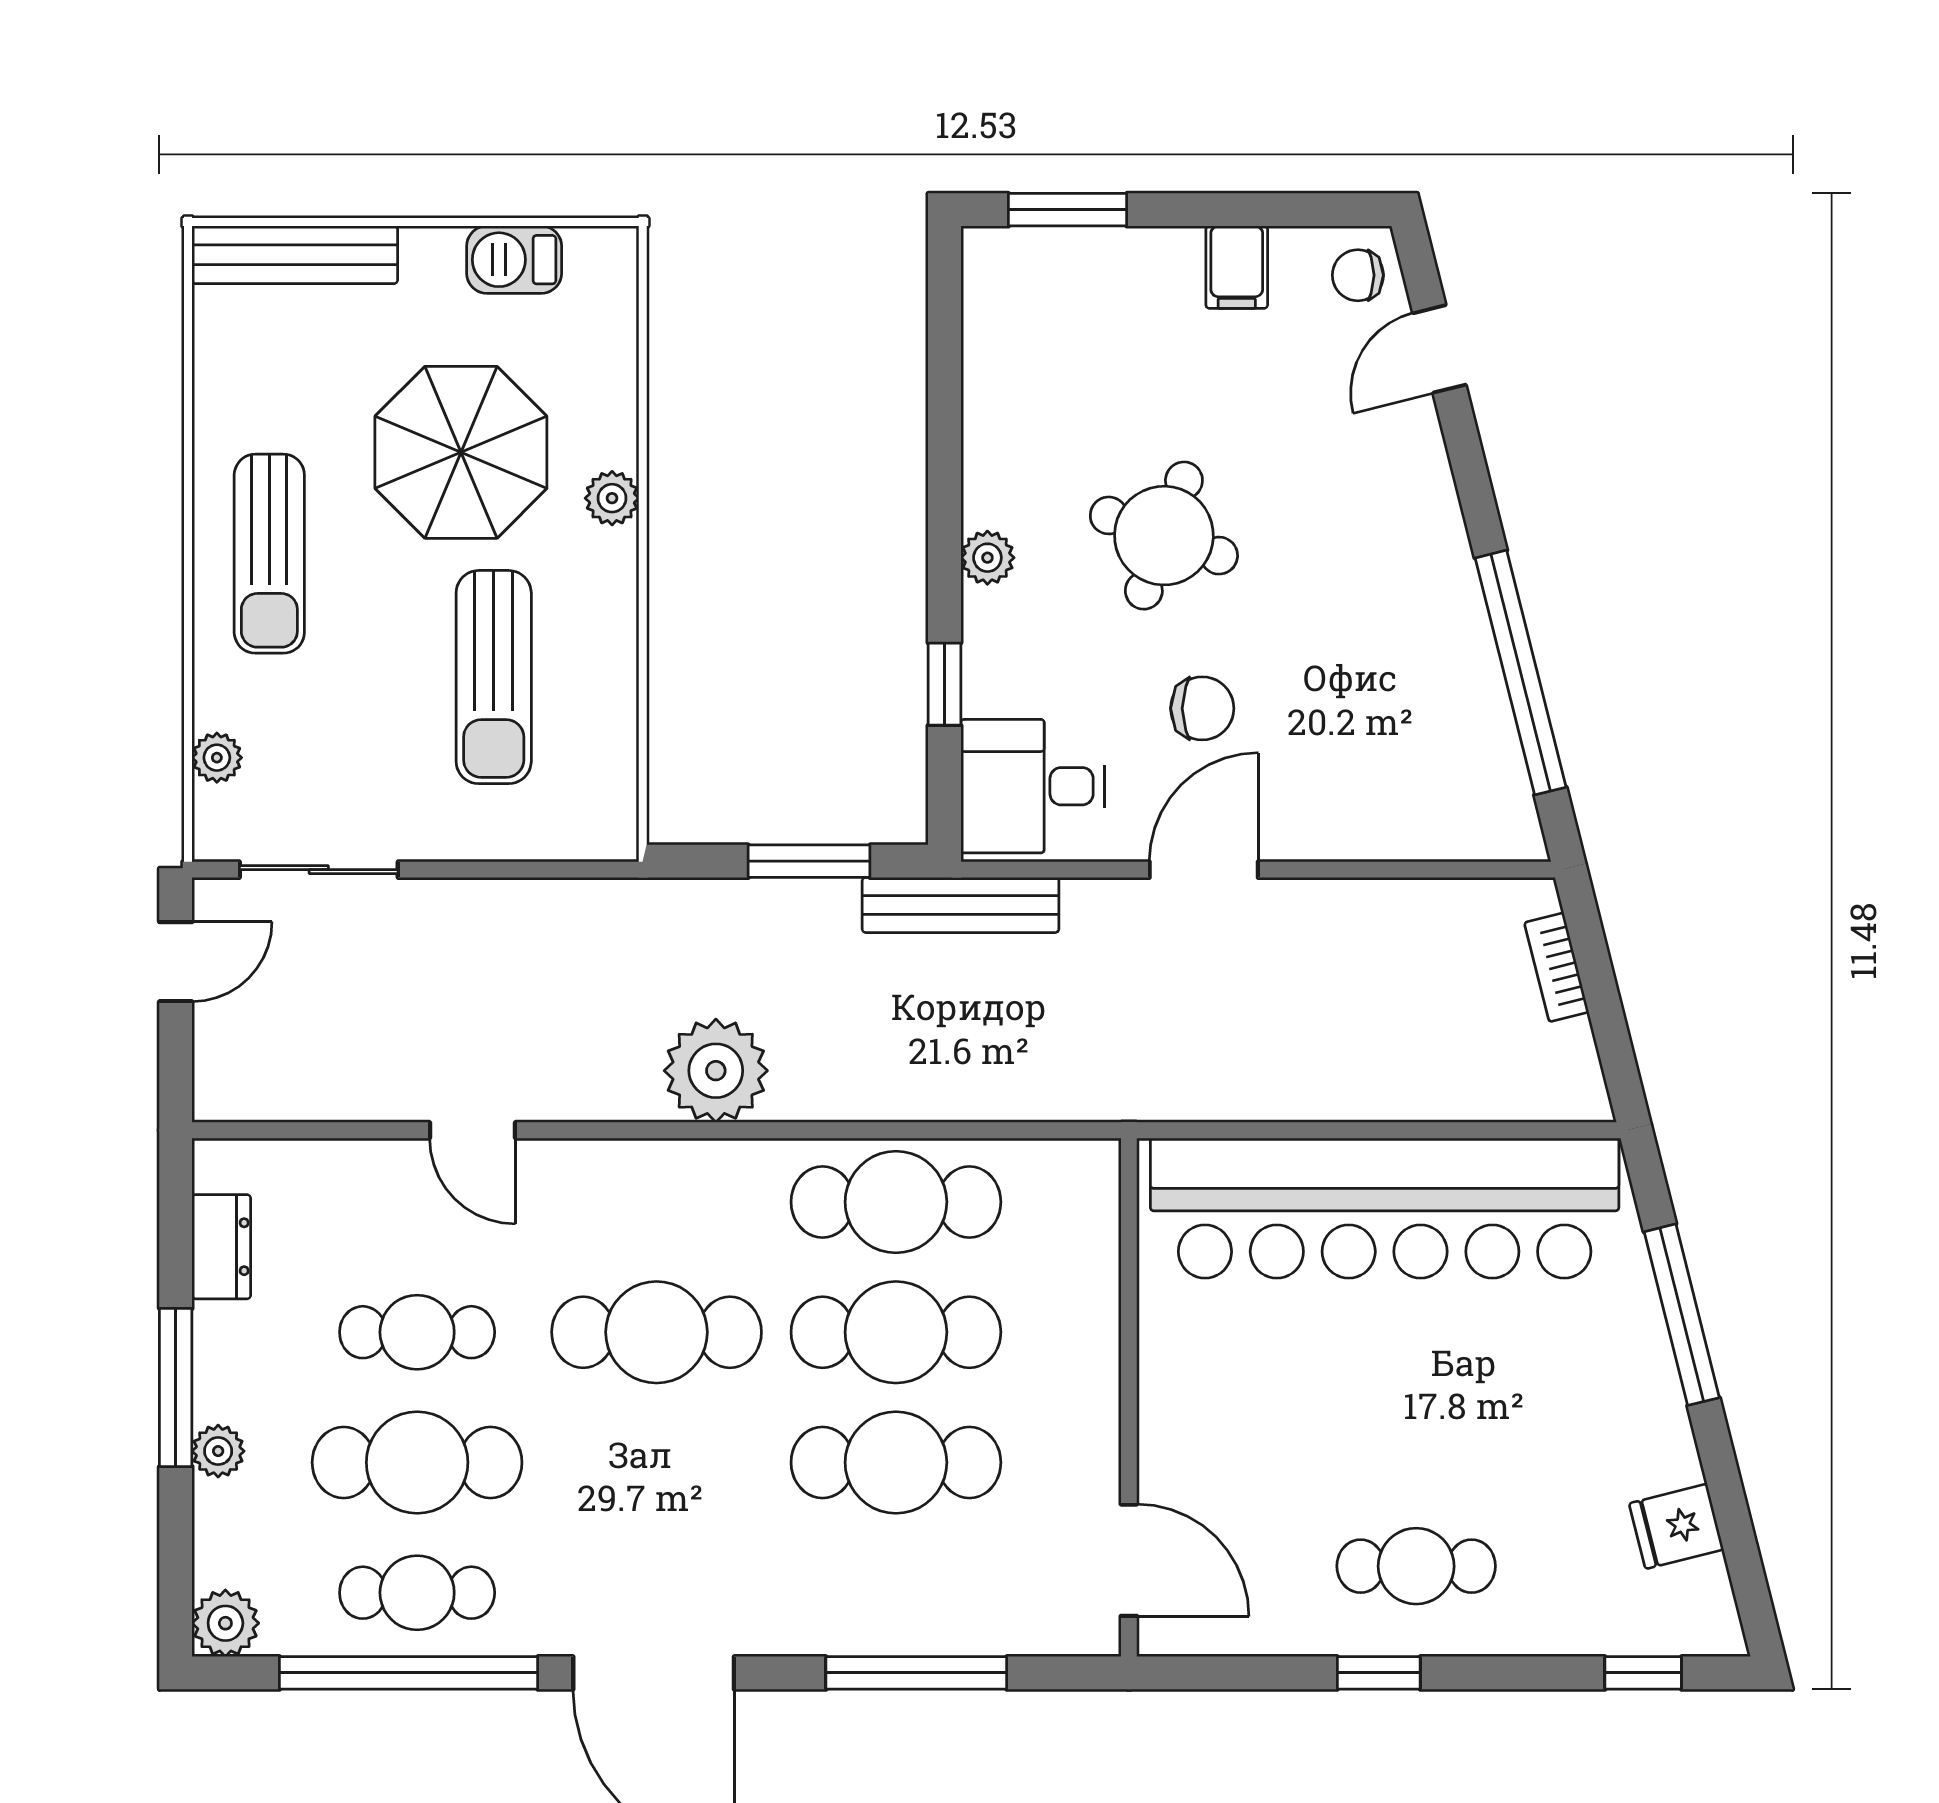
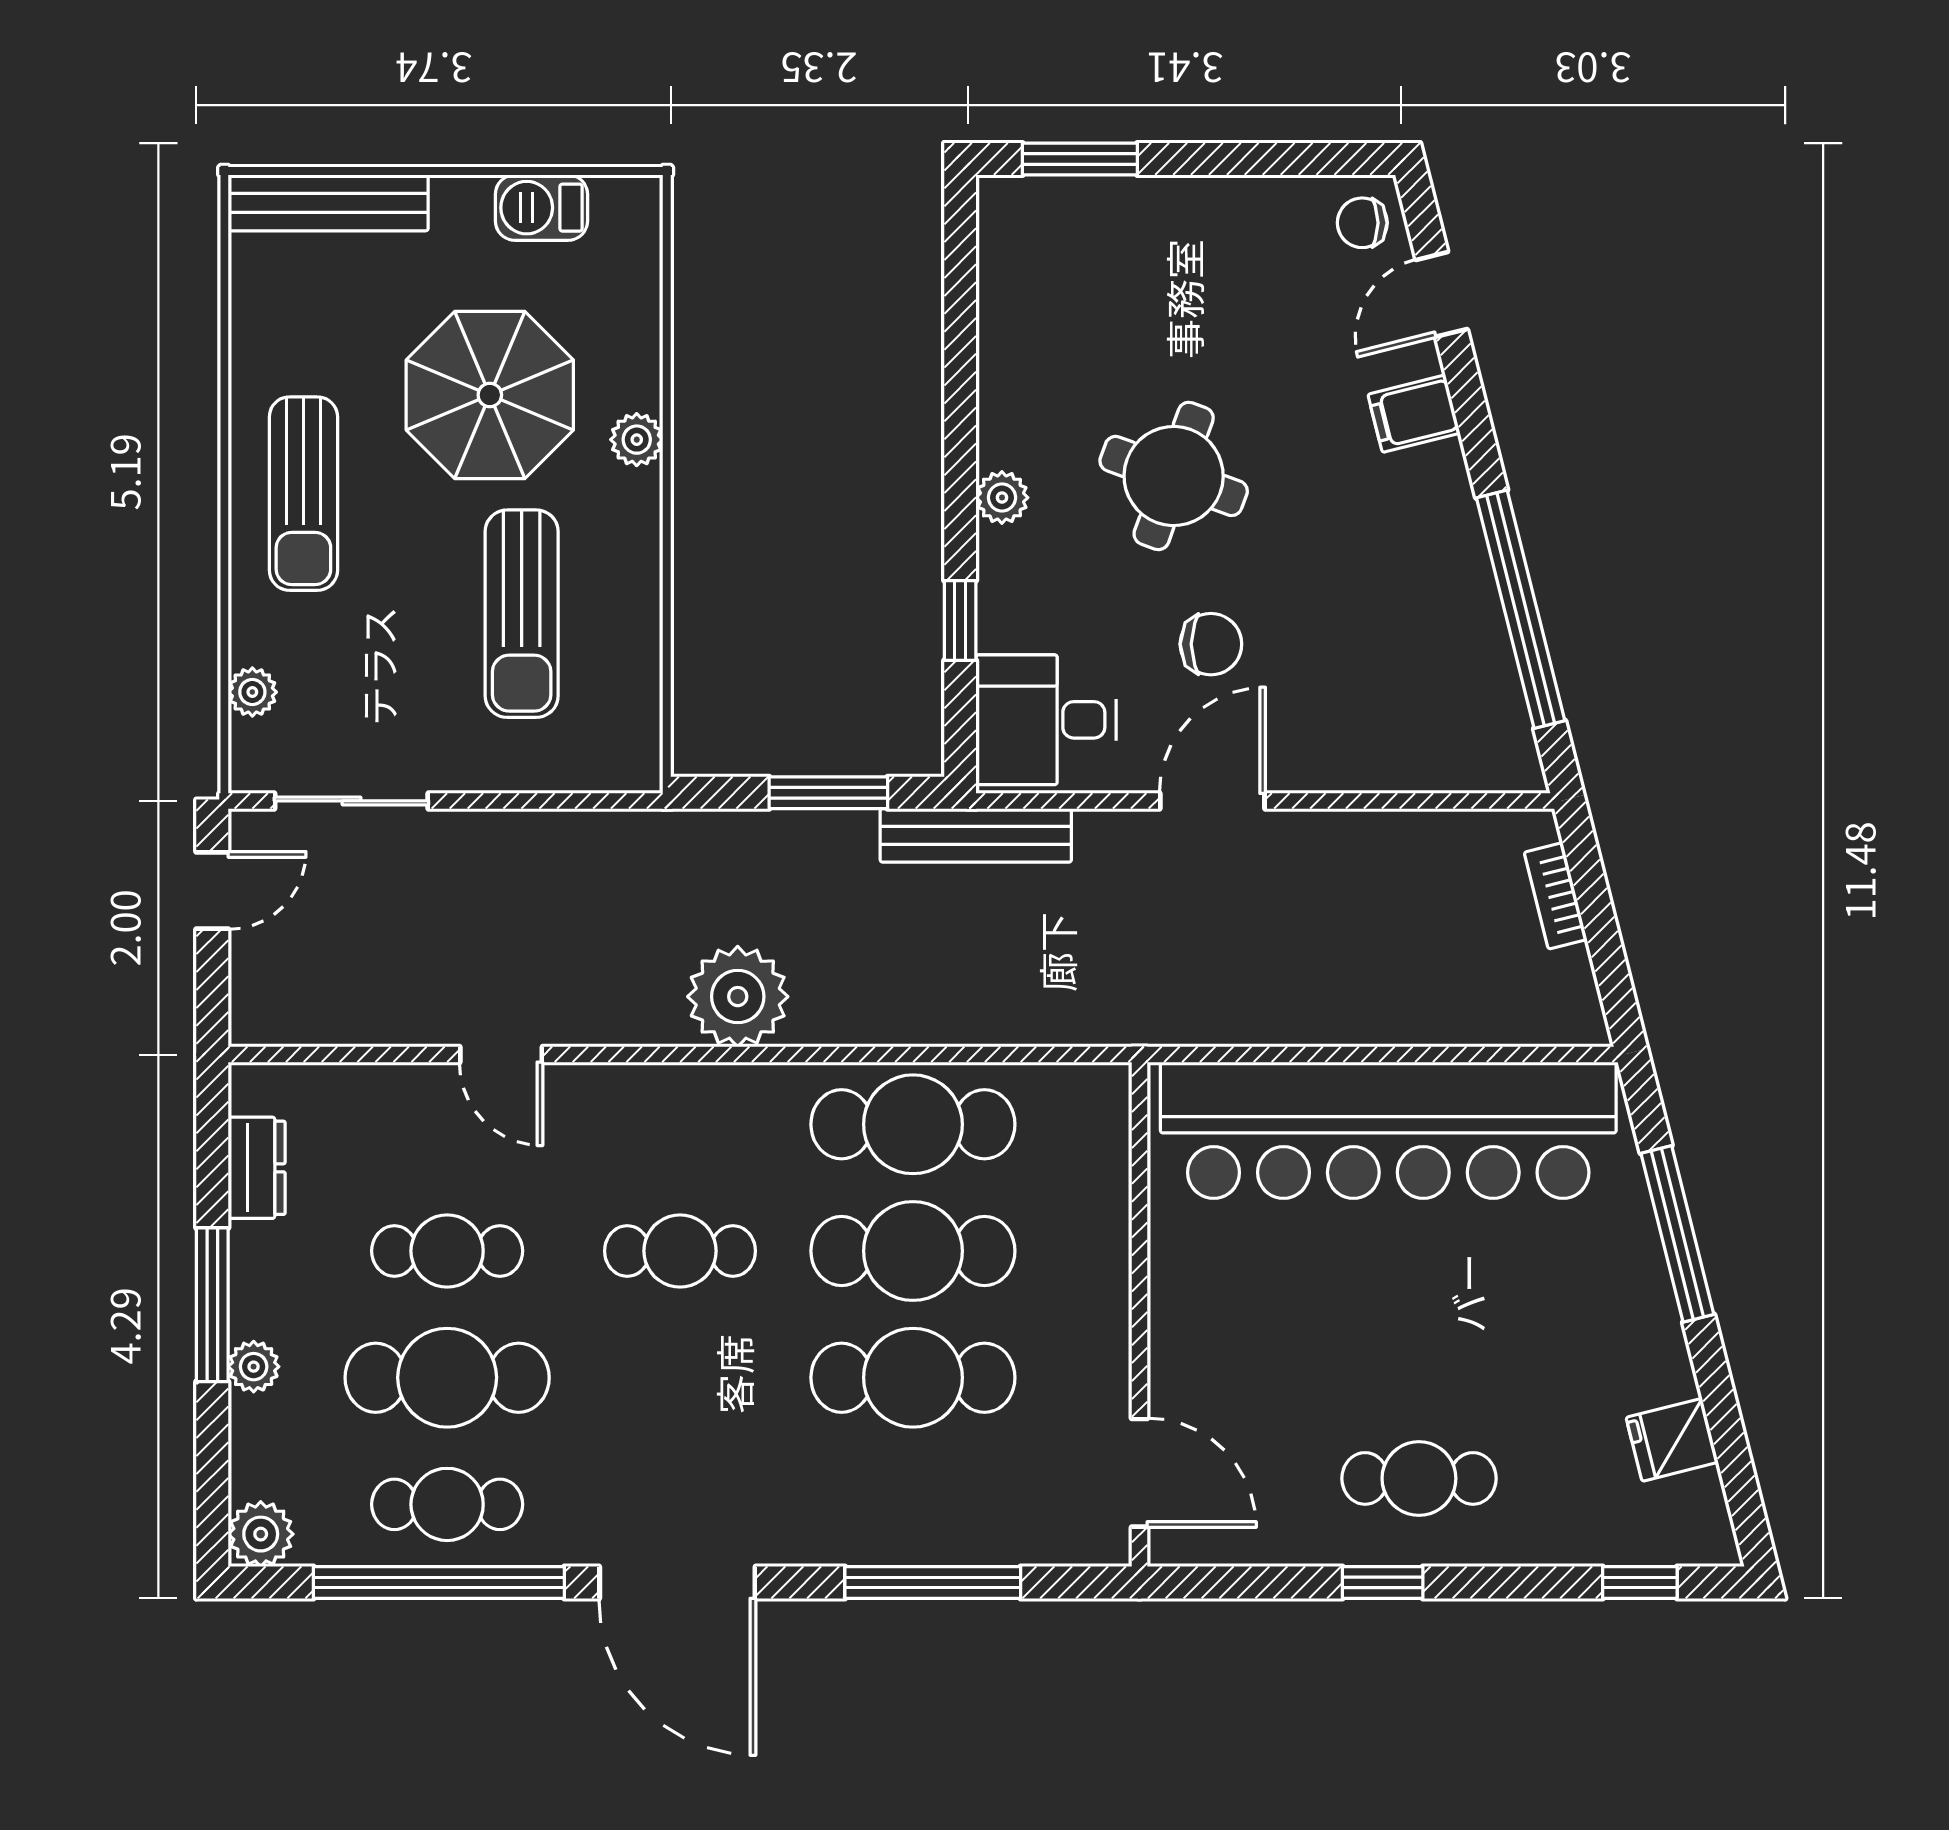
filing cabinet: (1237, 267) -> (1414, 414), moved, turned 76
cafe table: (657, 1332) -> (680, 1251), width x0.73, depth x0.74

